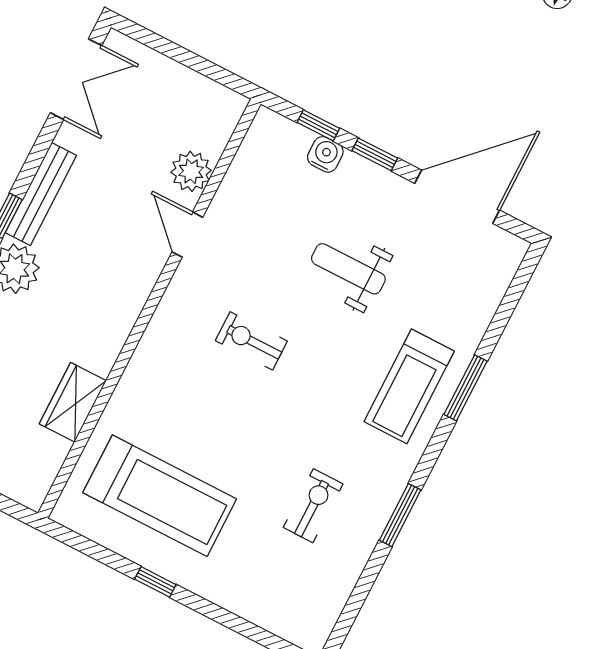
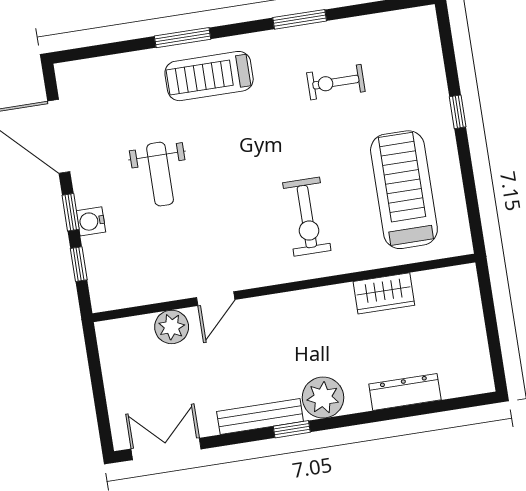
water cooler: (325, 154) -> (91, 221), moved
exercise bike: (251, 341) -> (307, 217), moved, width x1.38, depth x1.39
treadmill: (409, 386) -> (209, 76), turned 180
window: (155, 582) -> (458, 112), moved

